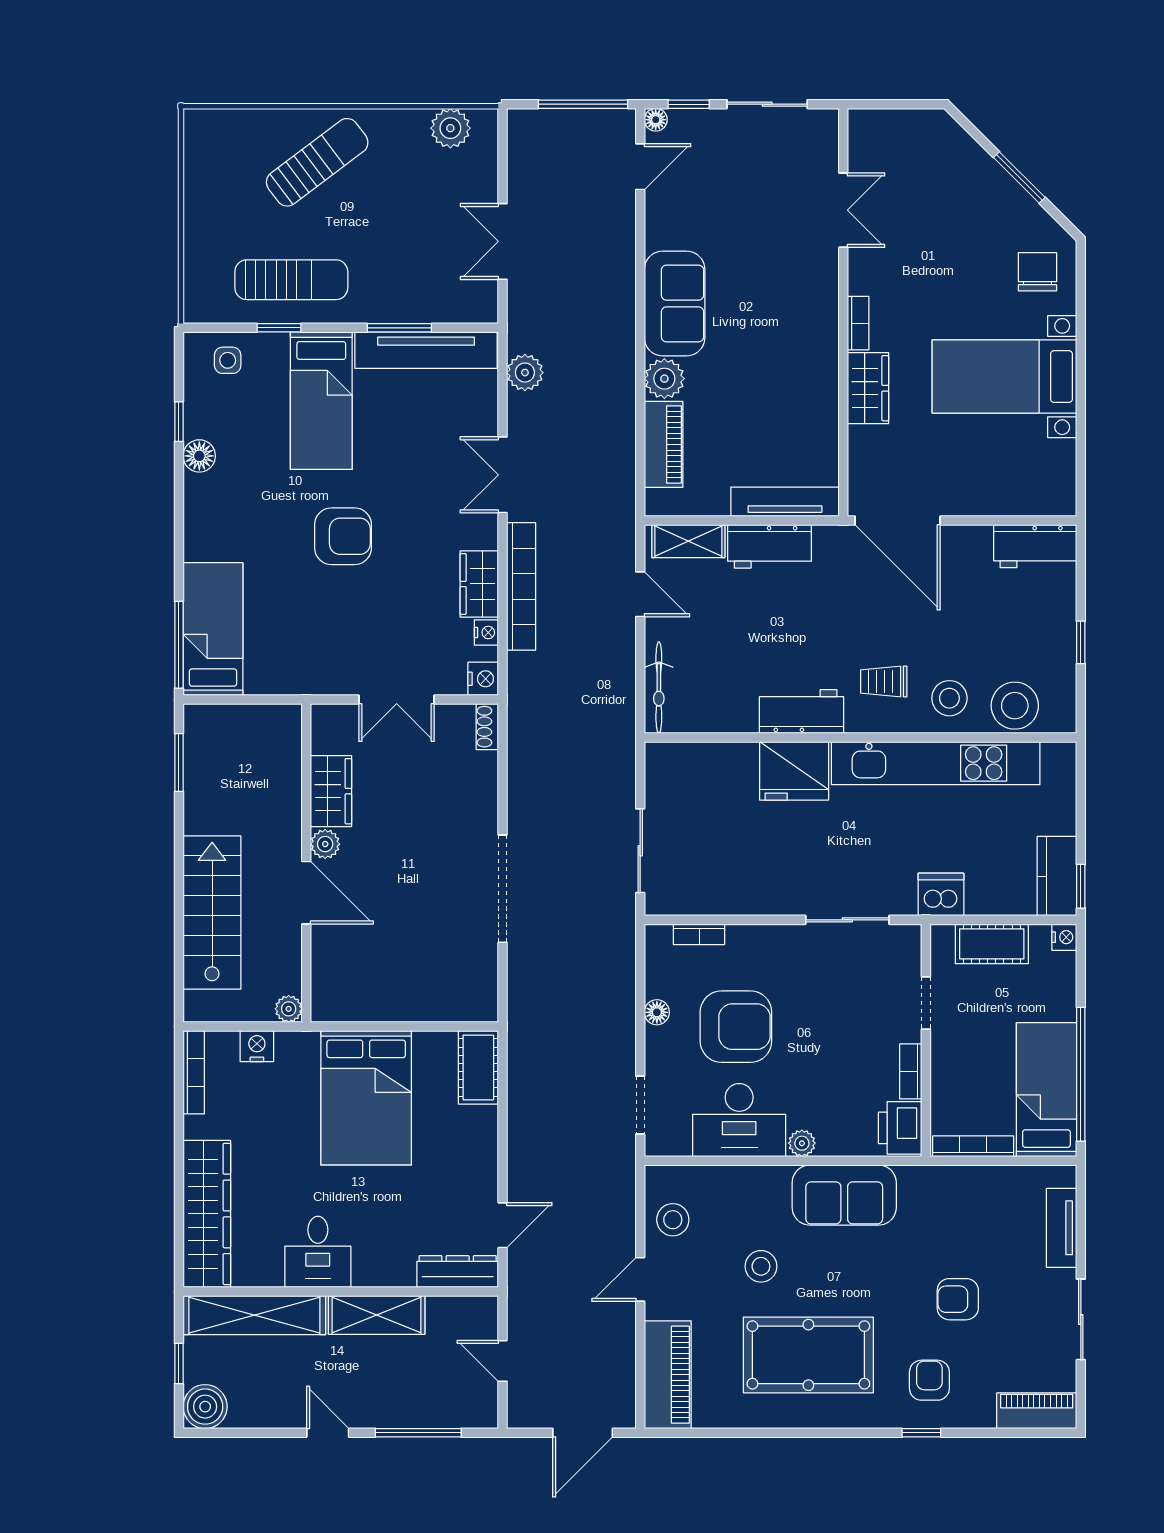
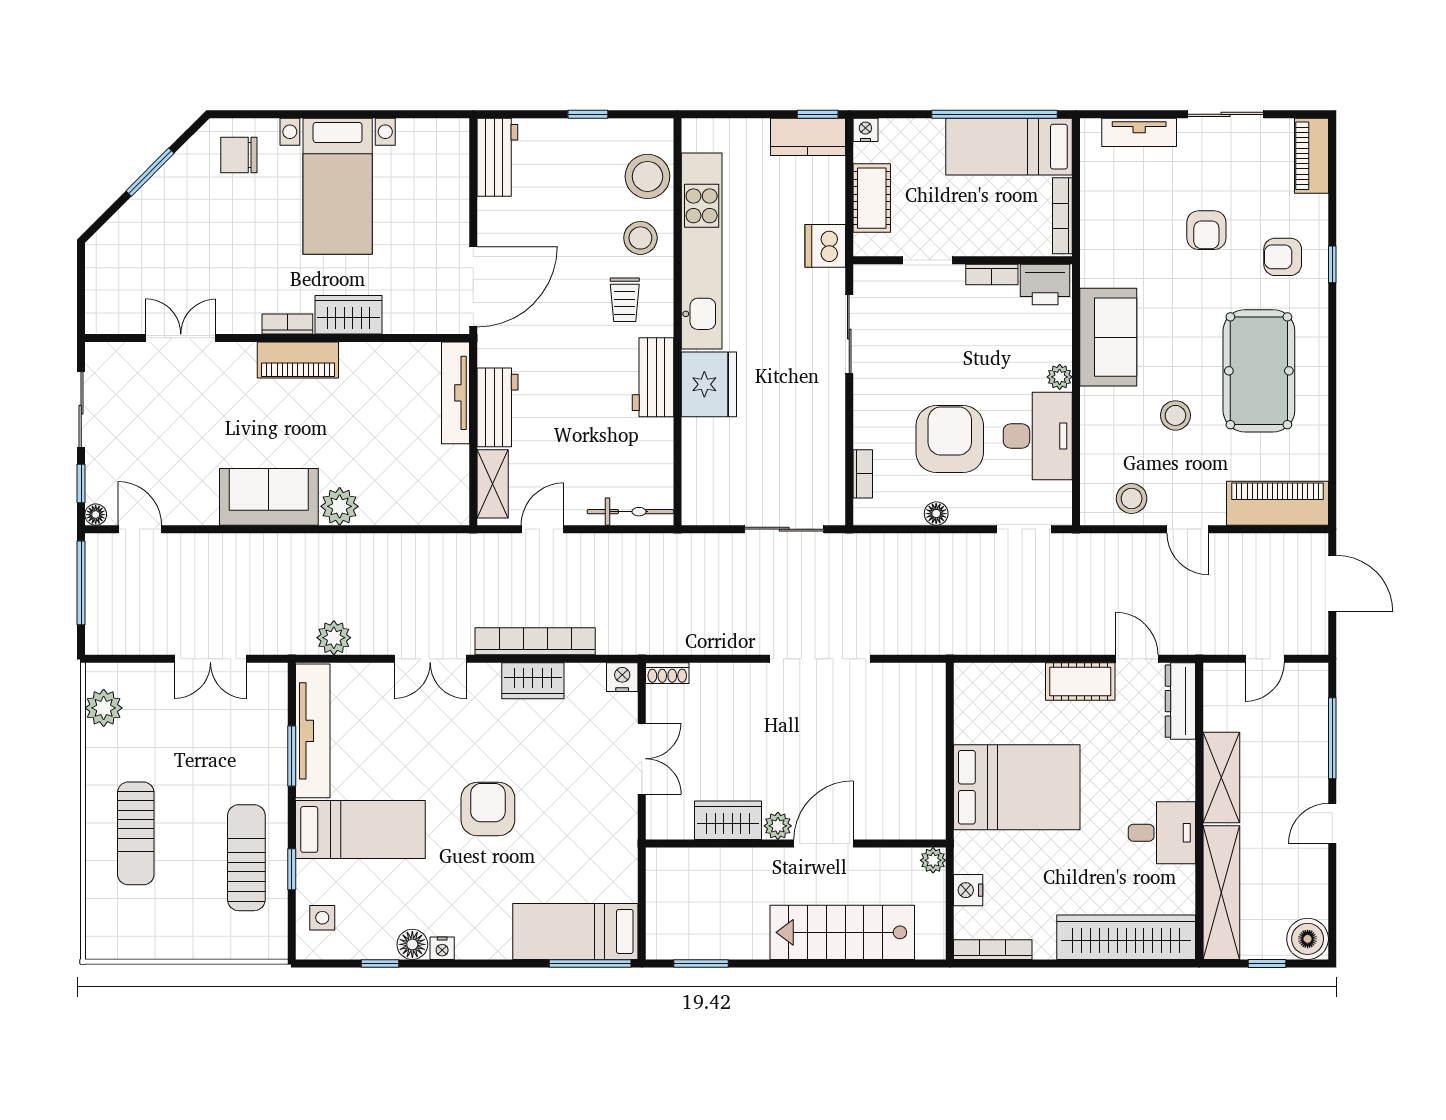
sun lounger: (317, 162) -> (136, 833), turned -143
piano: (664, 444) -> (298, 360), moved, turned 180
nightstand: (486, 632) -> (442, 948), moved, turned 180
cot: (478, 1067) -> (1080, 682), moved

